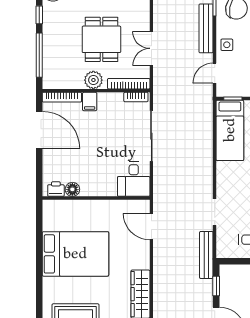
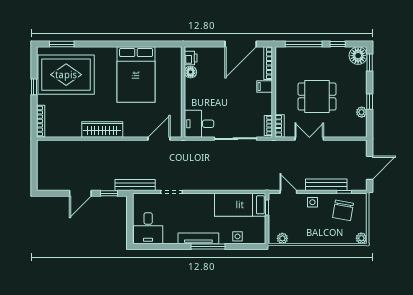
plant: (93, 80) -> (283, 90), removed
bookcase: (129, 84) -> (280, 126), width x0.64

